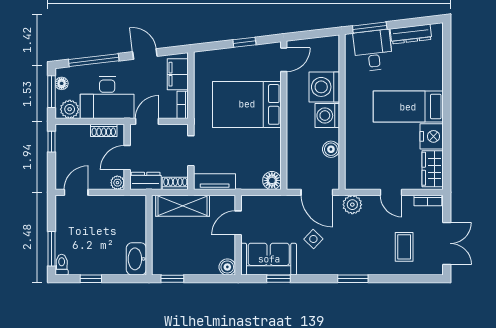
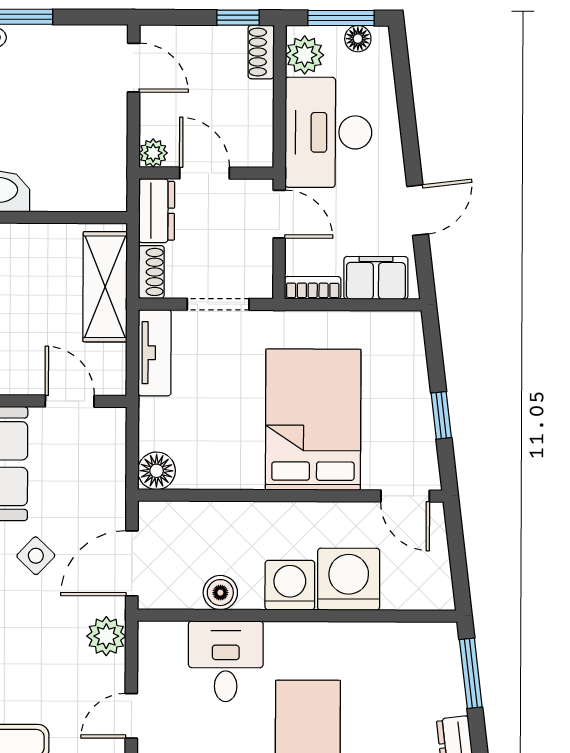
desk: (373, 50) -> (226, 661), moved, turned -83
window: (94, 60) -> (406, 105), removed
shoe rack: (104, 130) -> (261, 52), moved

